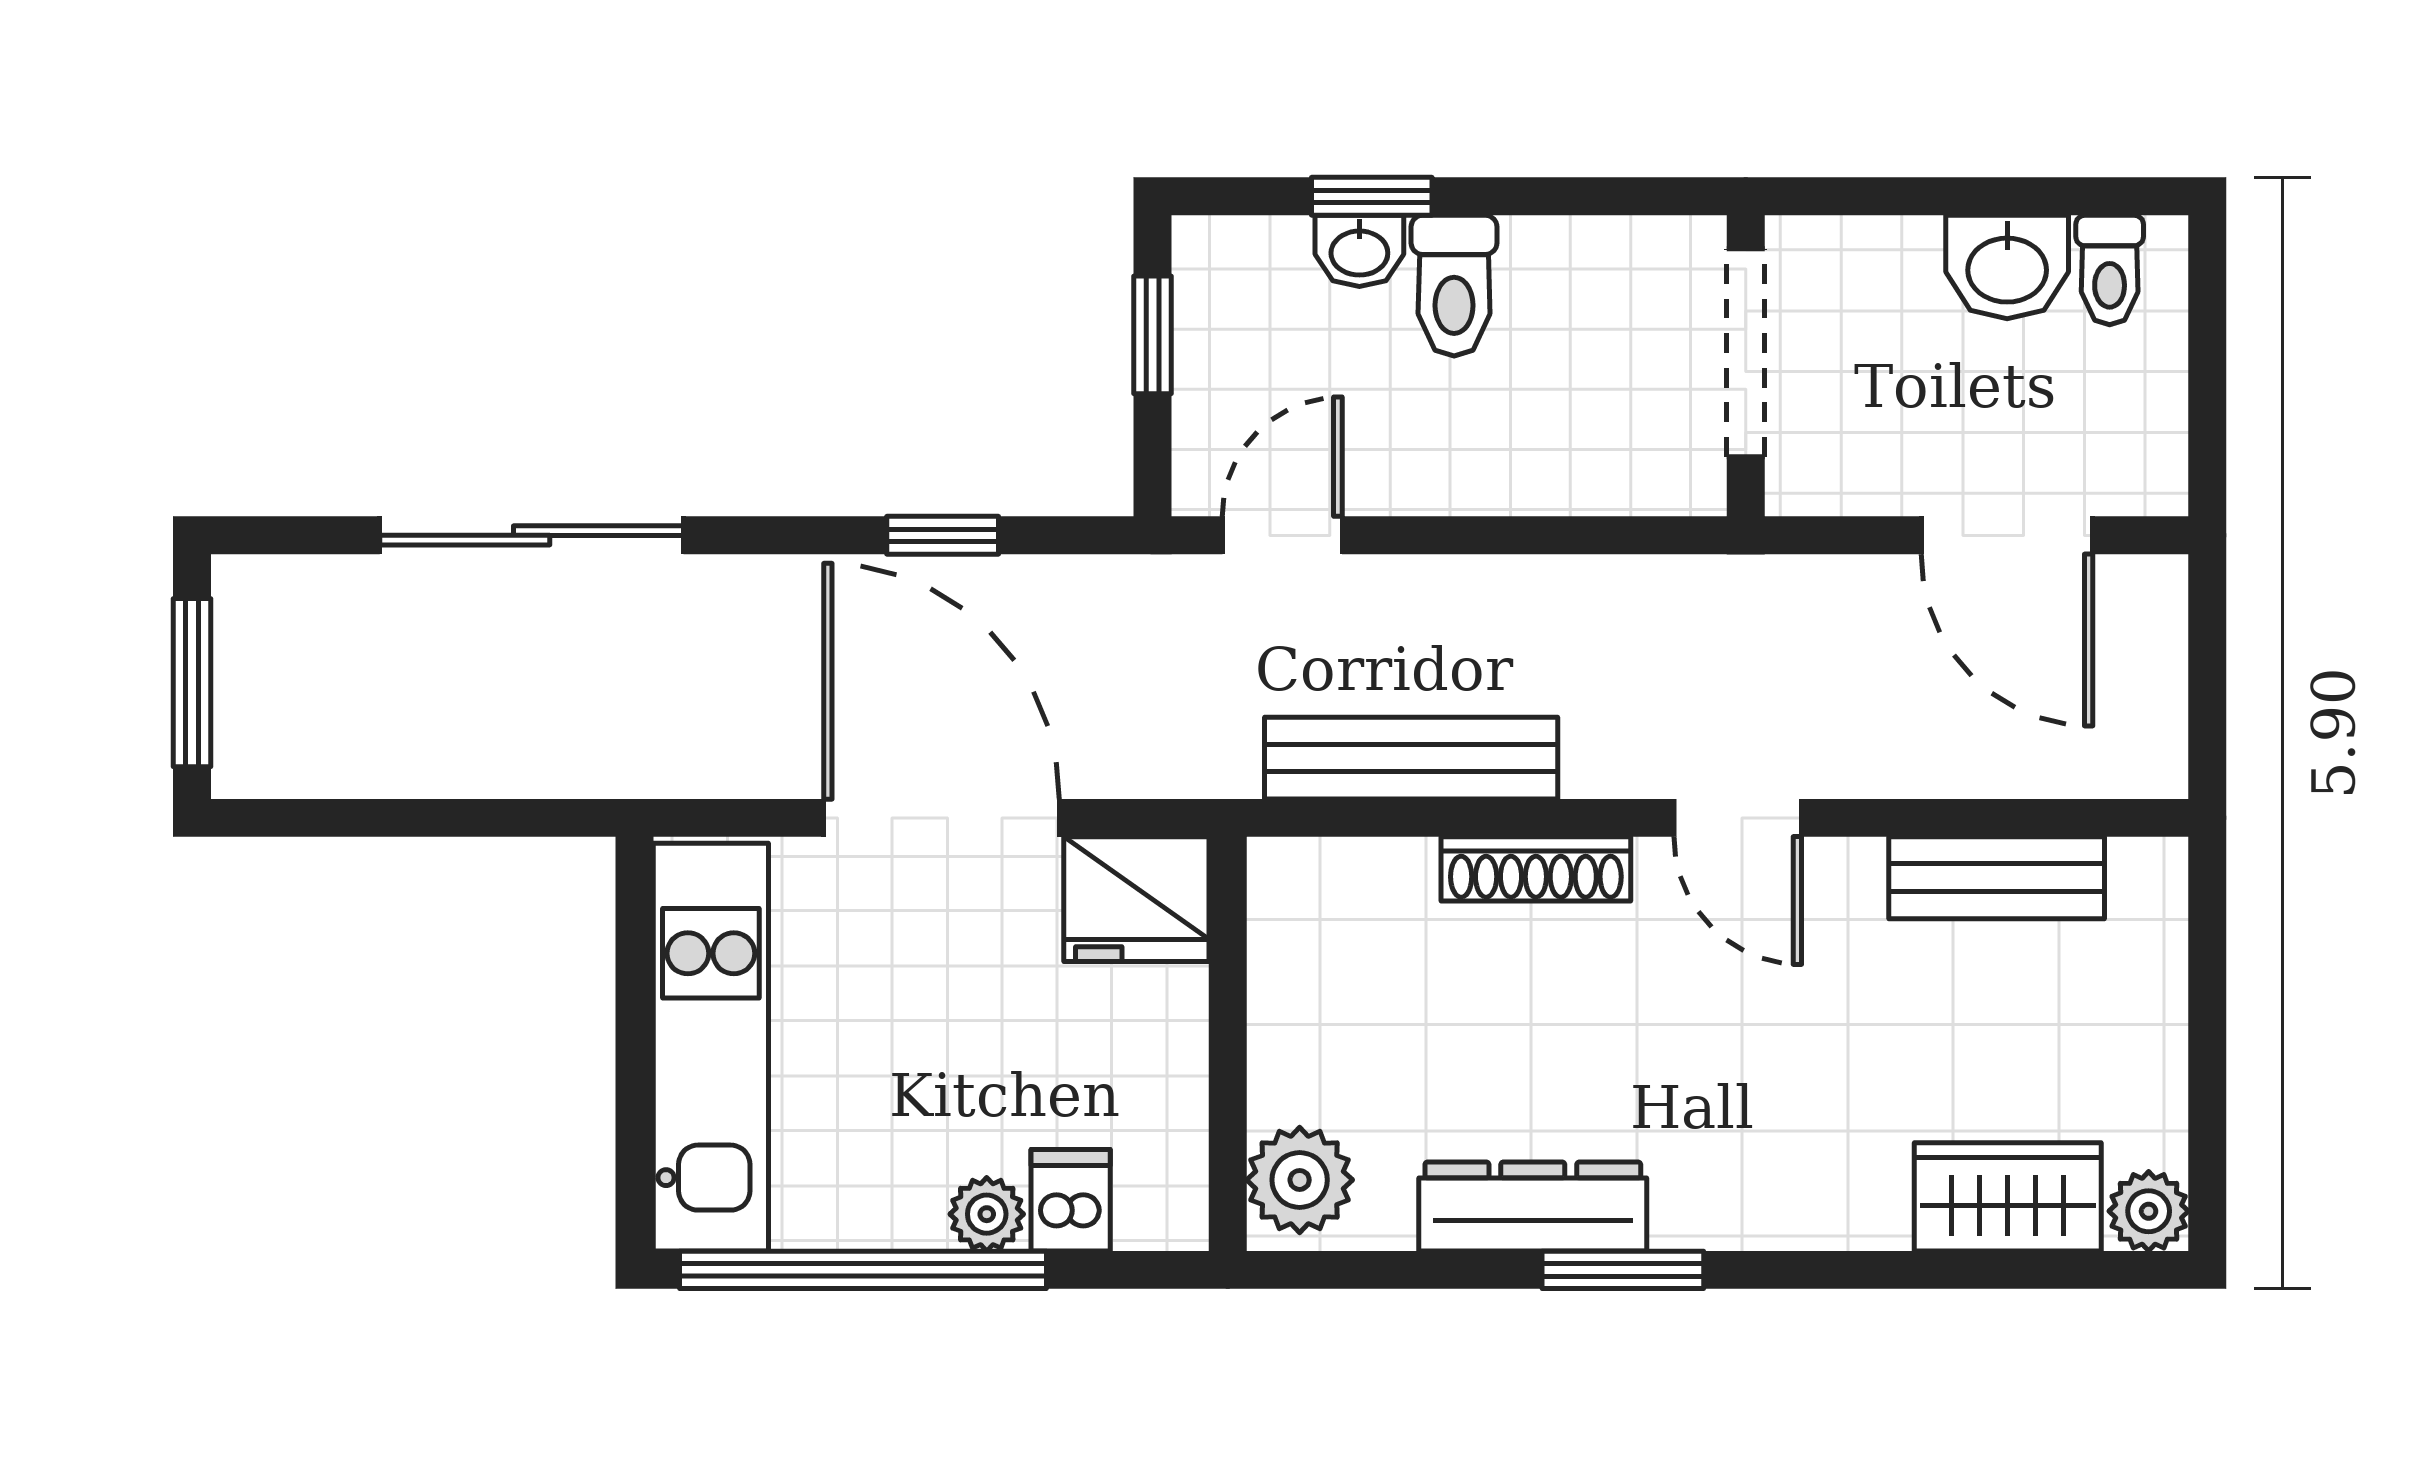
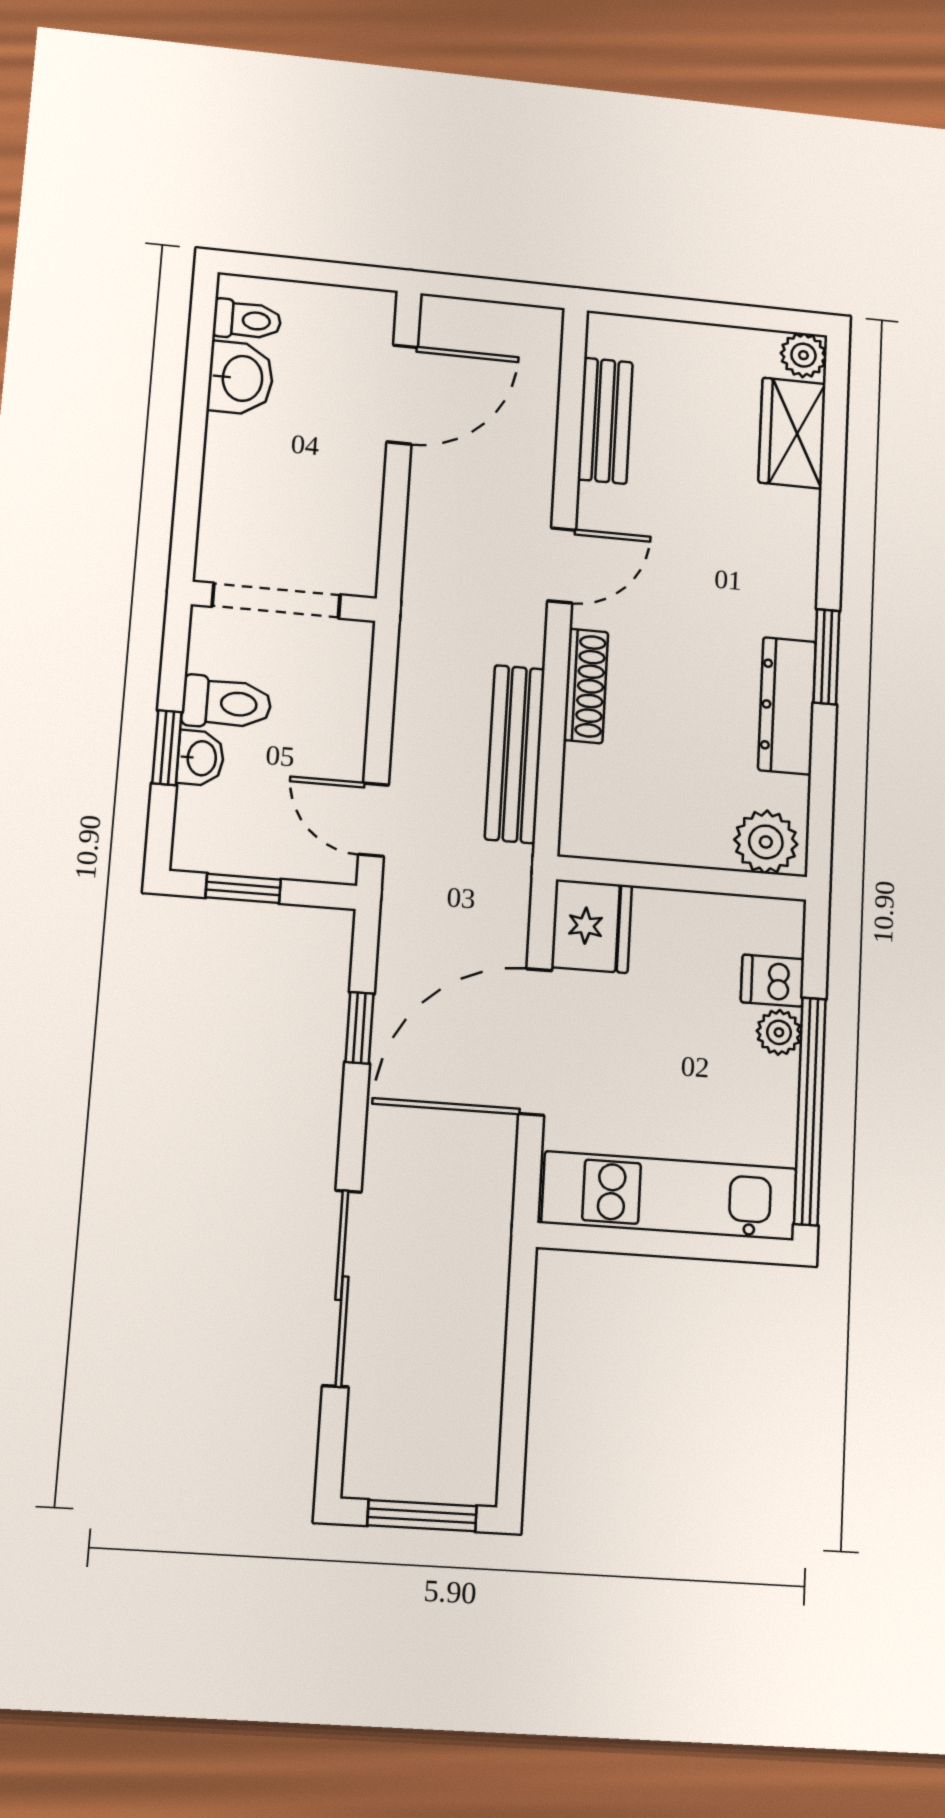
doorway: (1746, 353) -> (276, 601), moved
wall: (1746, 366) -> (284, 601), moved

